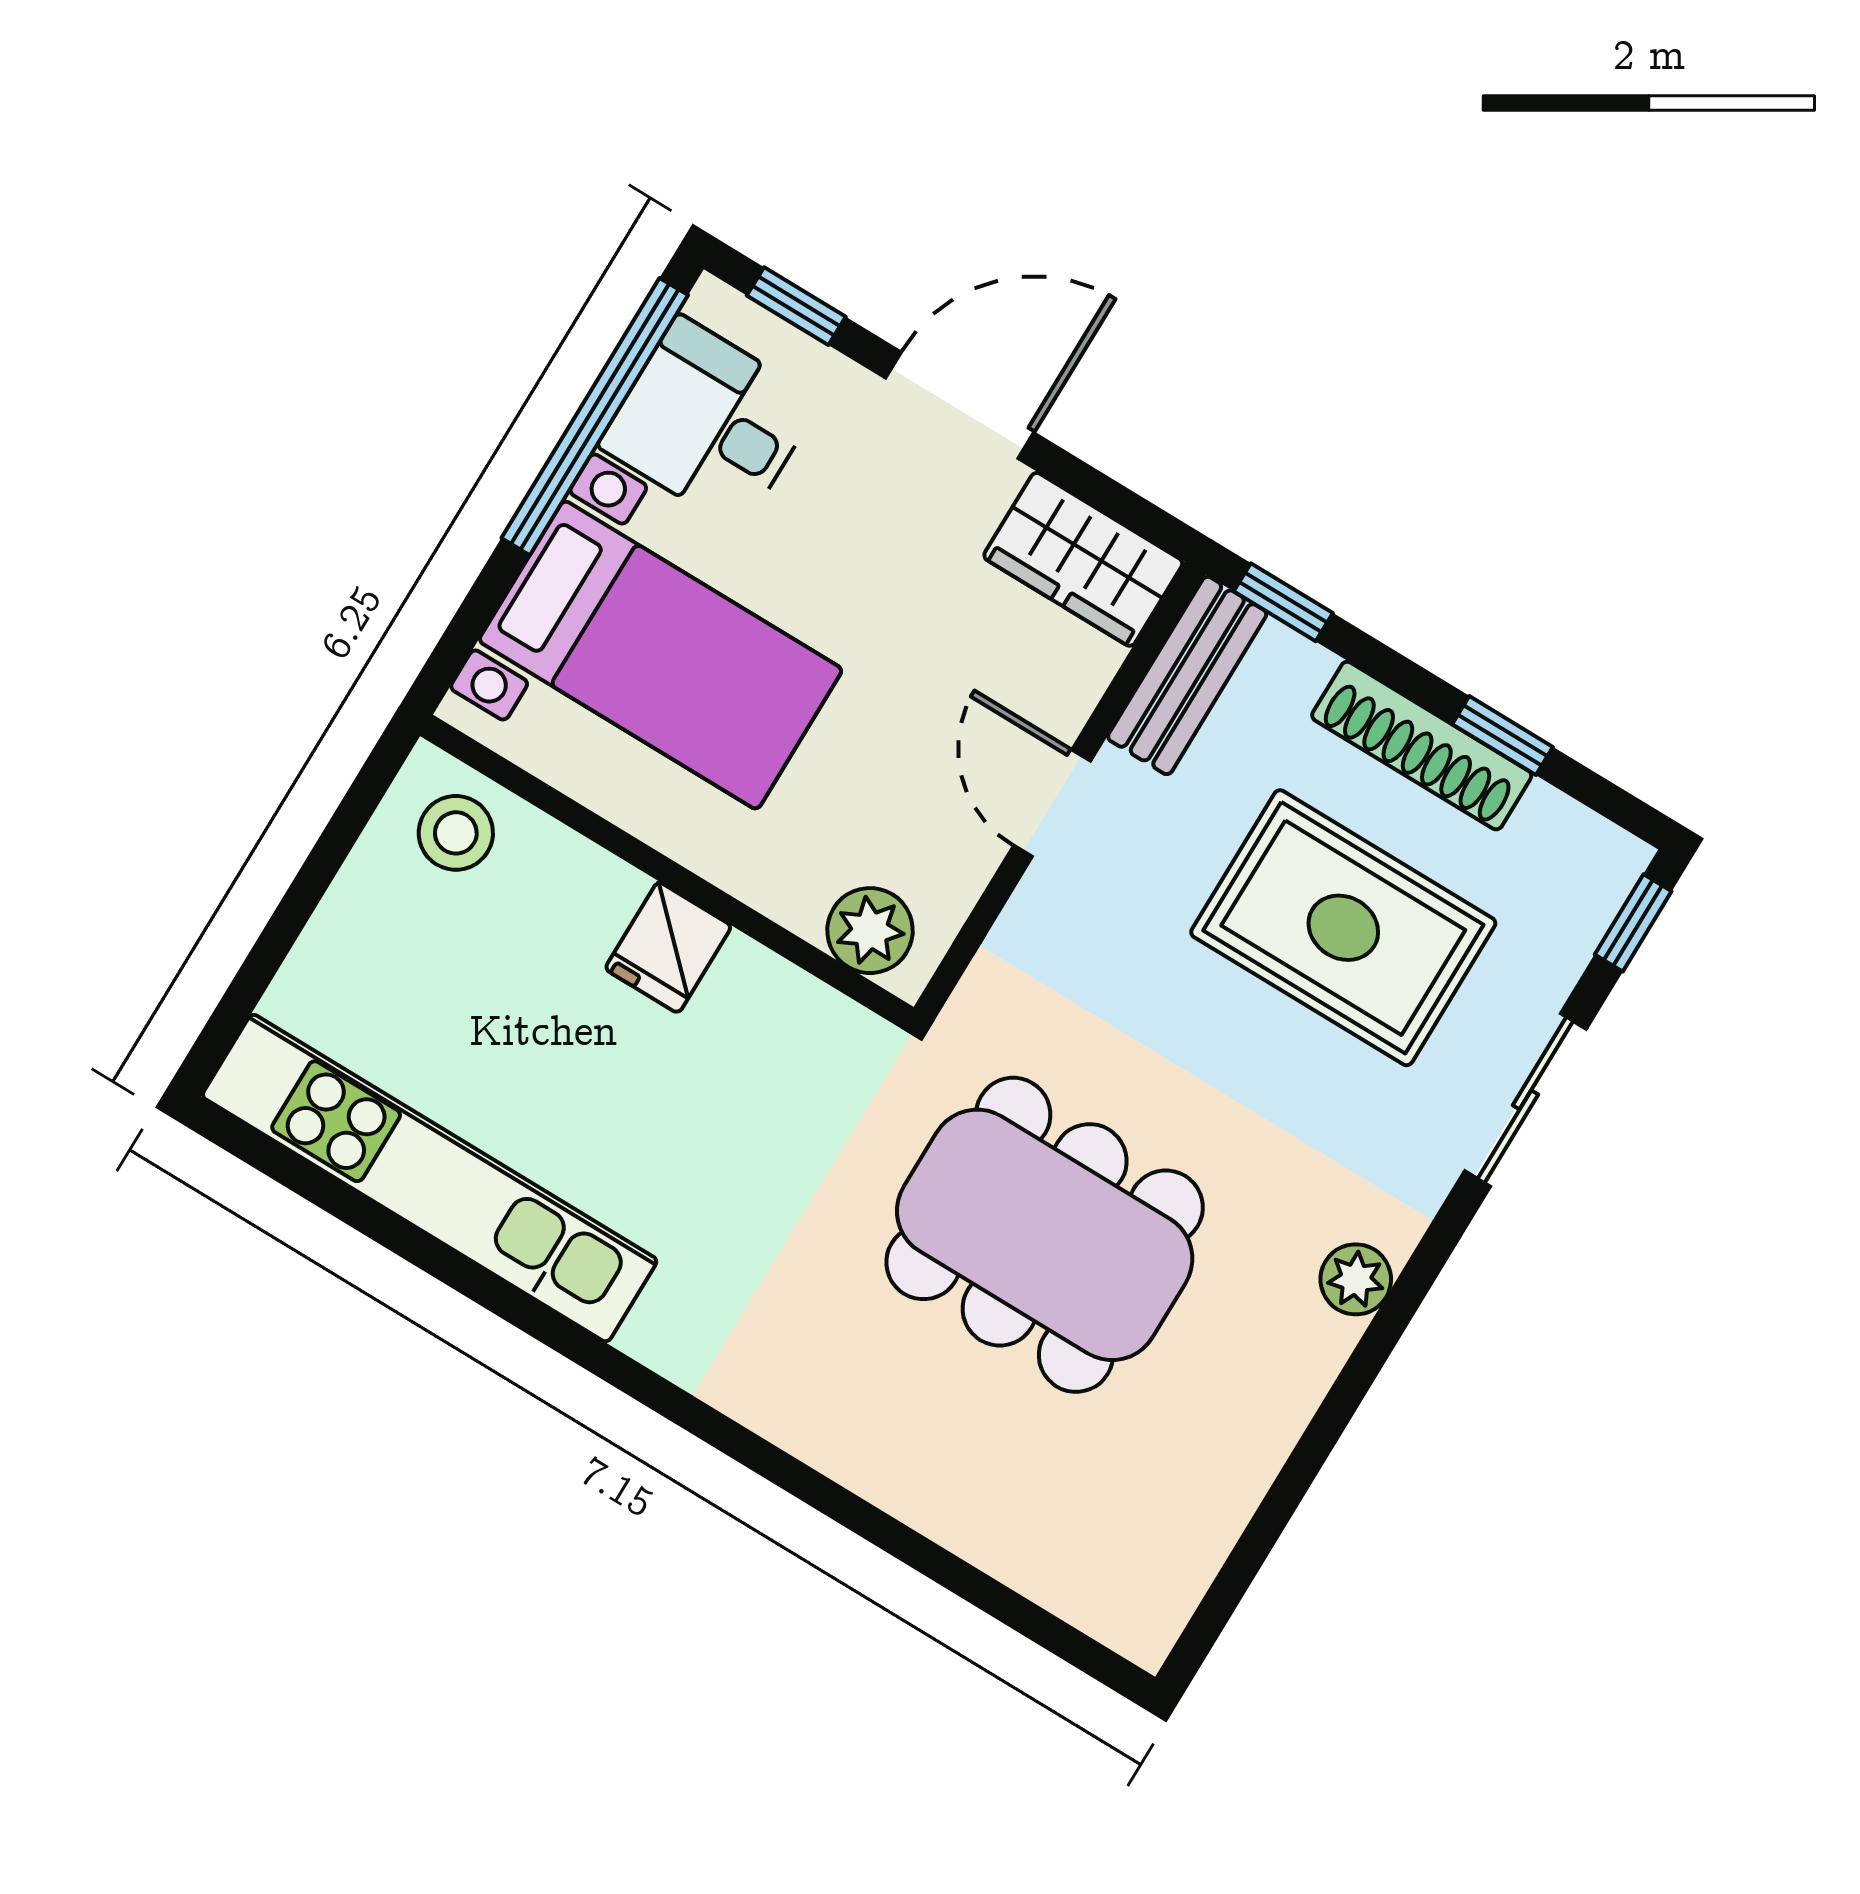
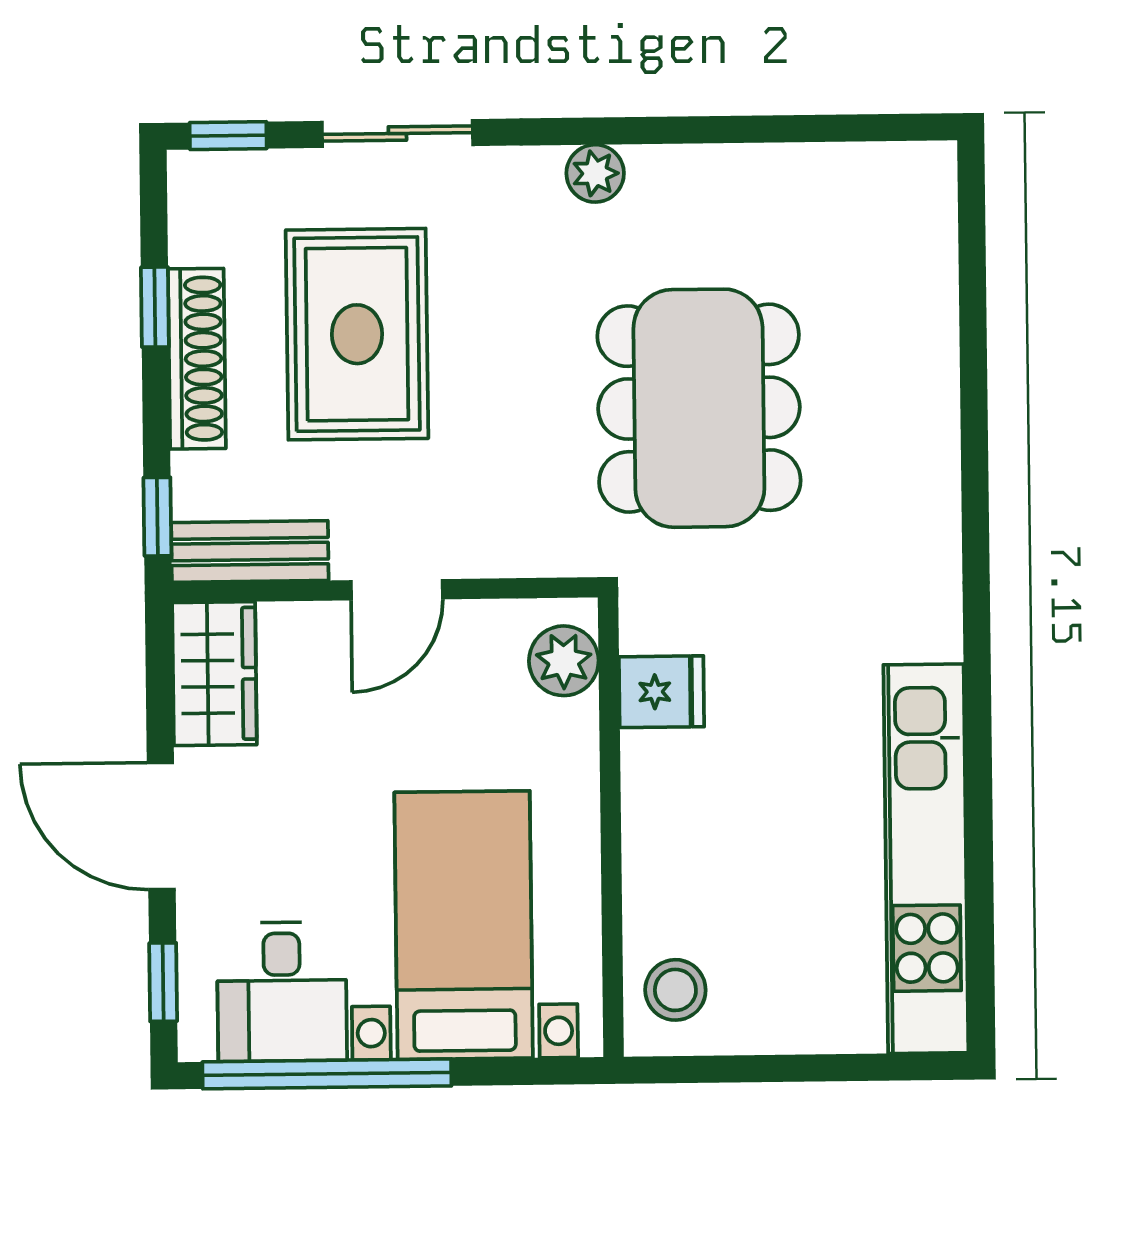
fridge: (668, 947) -> (662, 692), moved

